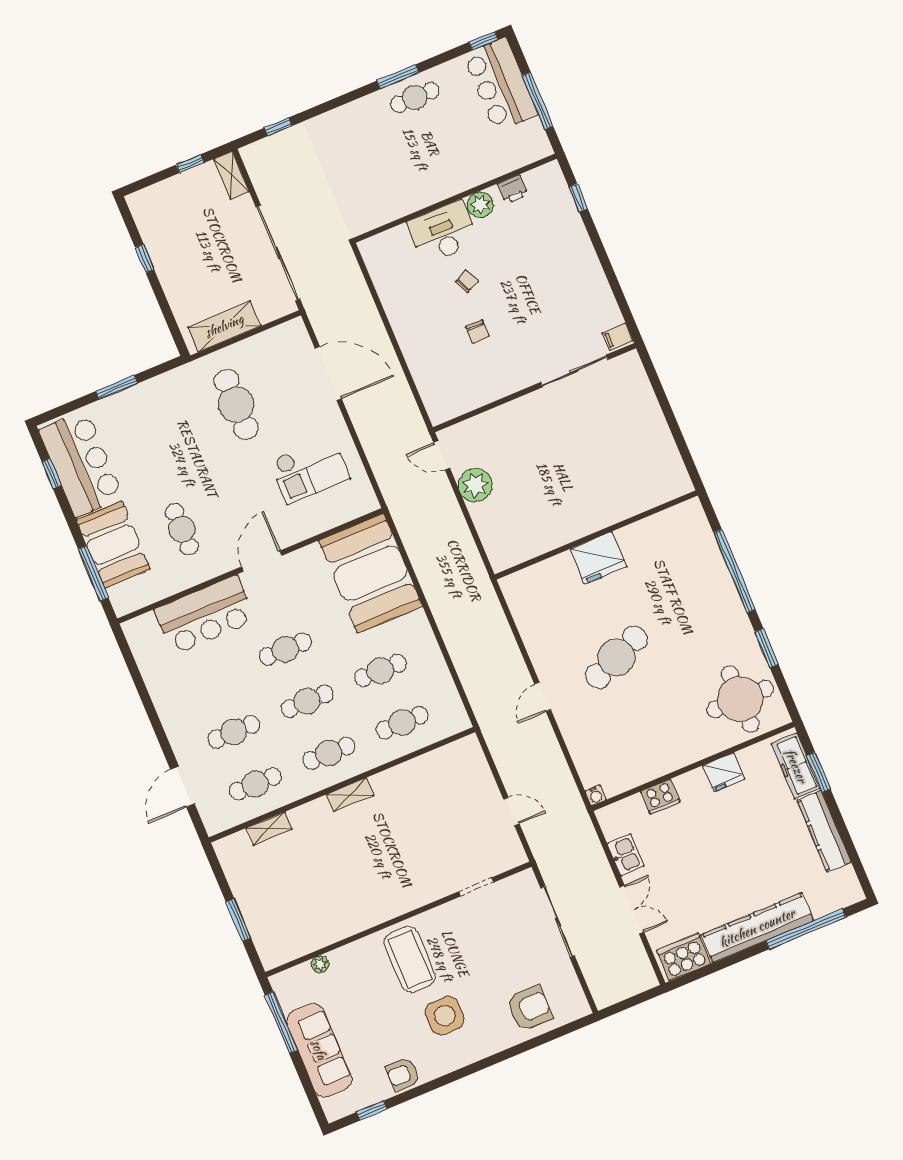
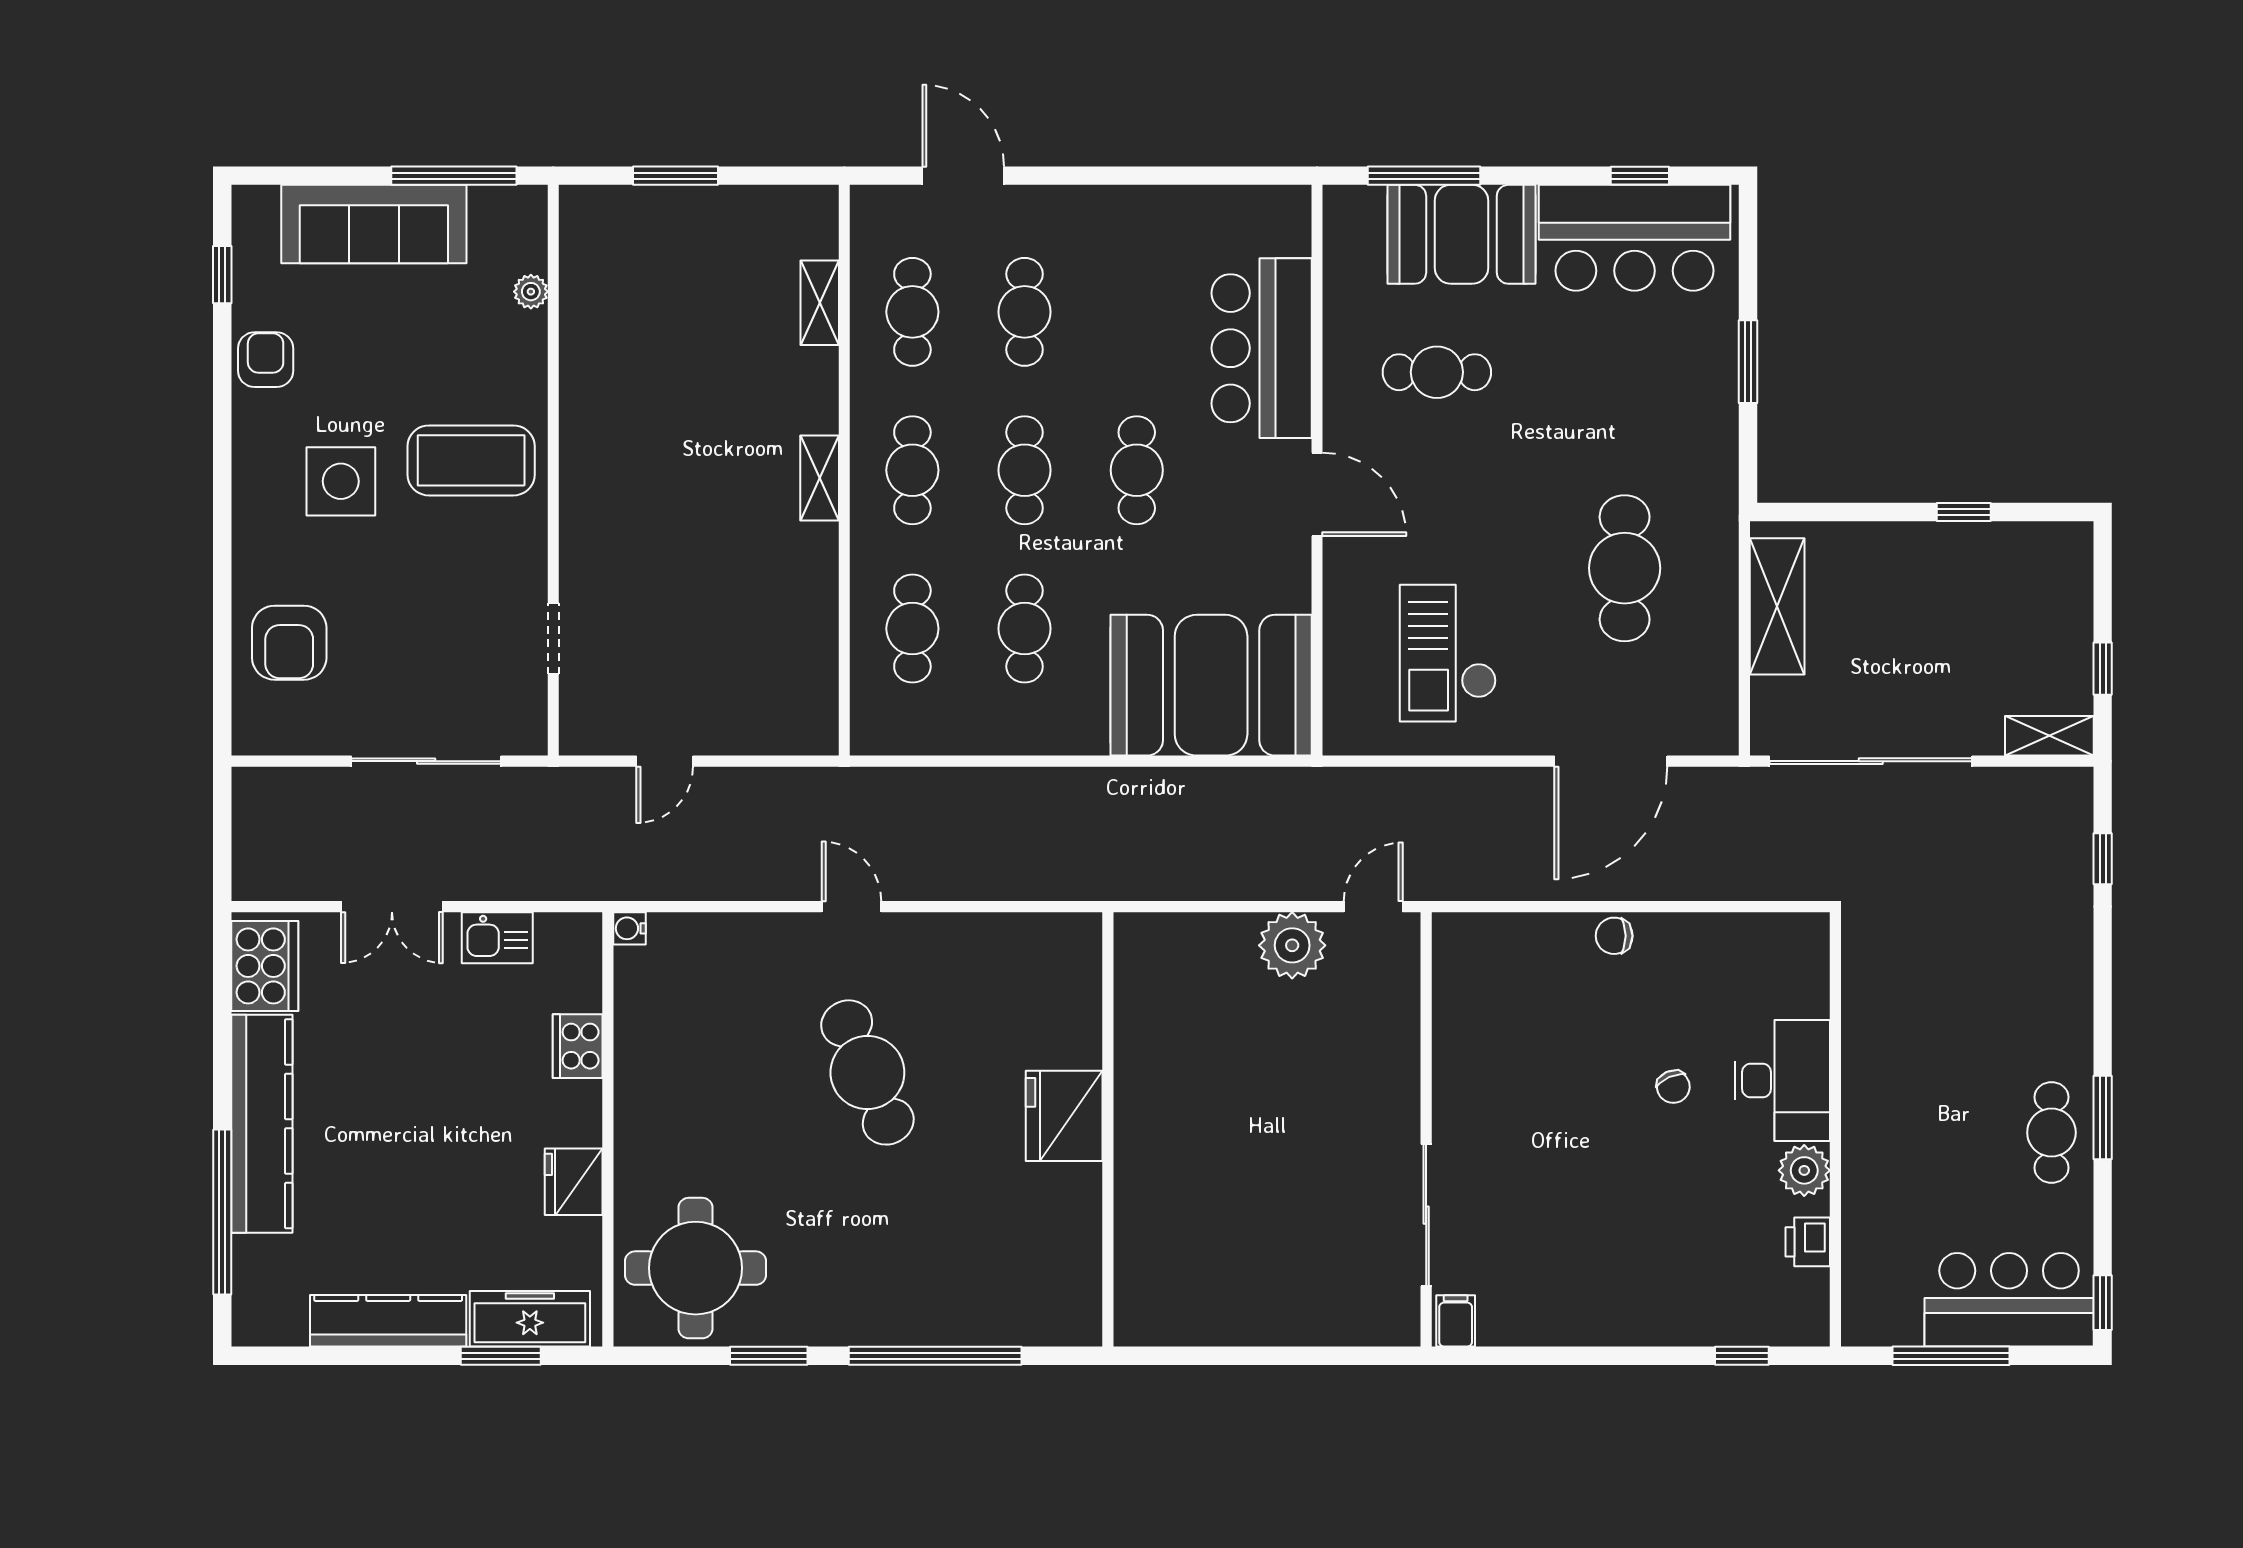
chair: (477, 332) -> (1614, 936), moved
cafe table: (236, 404) -> (1625, 568), turned 90

